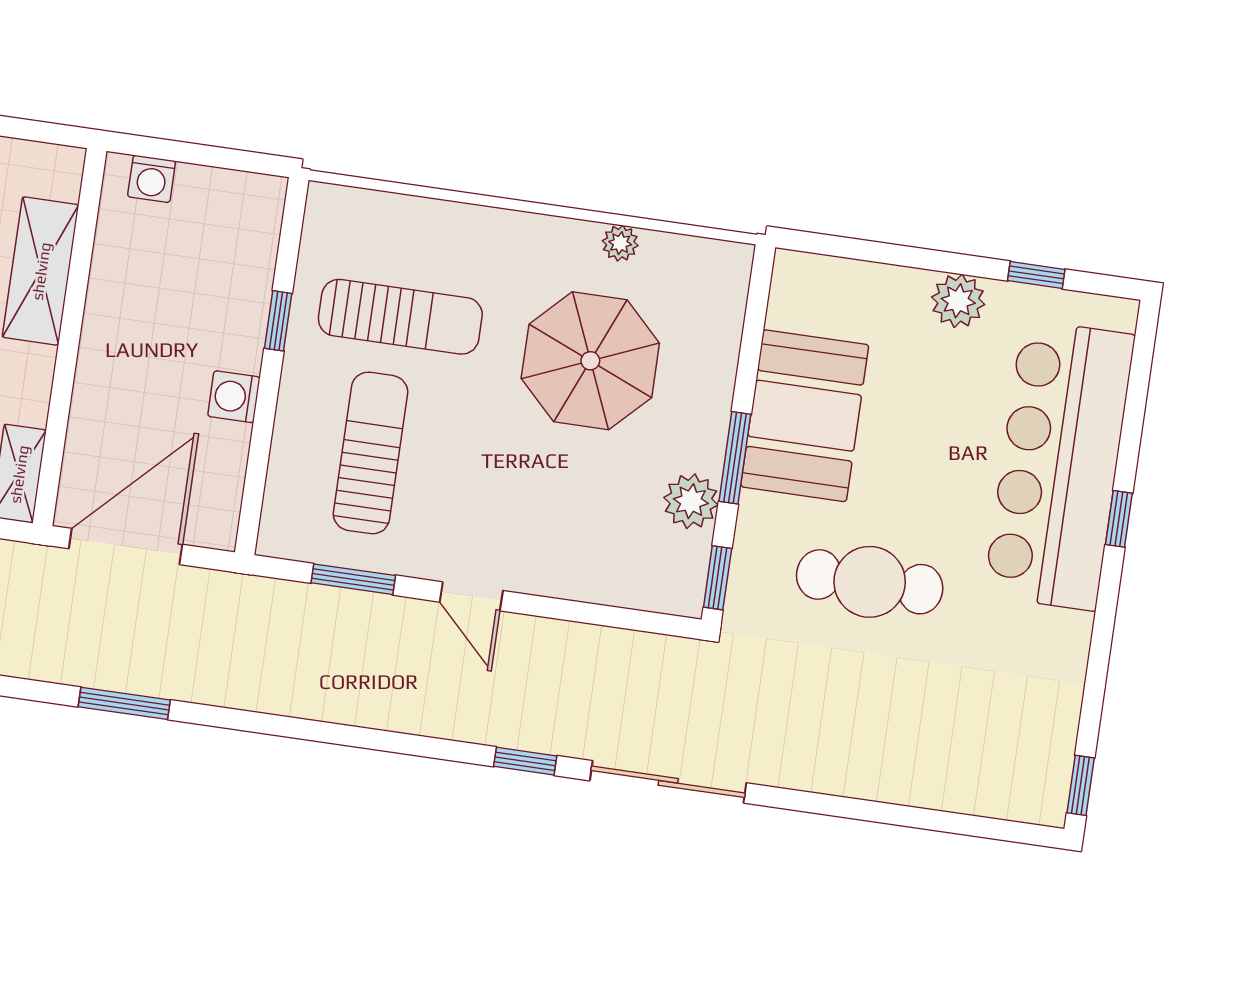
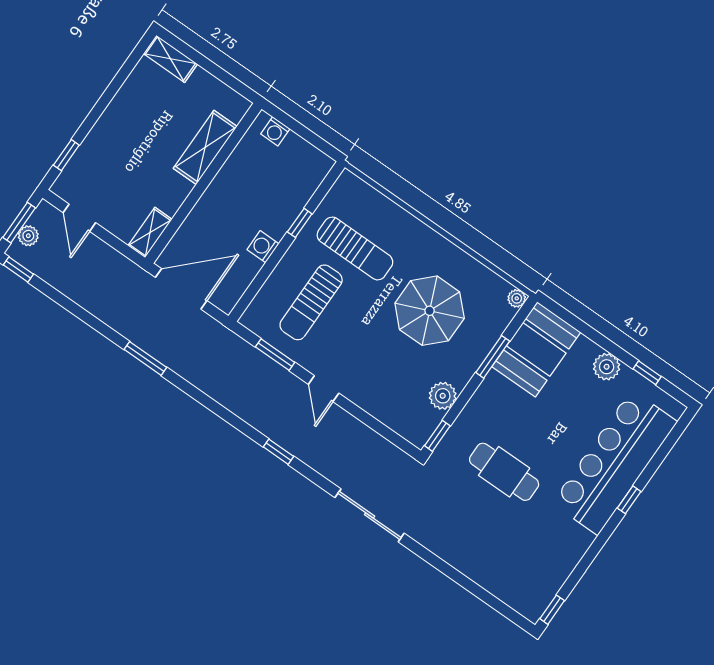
plant: (620, 243) -> (517, 298), moved
booth: (805, 416) -> (536, 349), moved
sun lounger: (370, 453) -> (311, 302), turned 180
window: (735, 458) -> (493, 357), moved
window: (525, 761) -> (279, 452), moved

